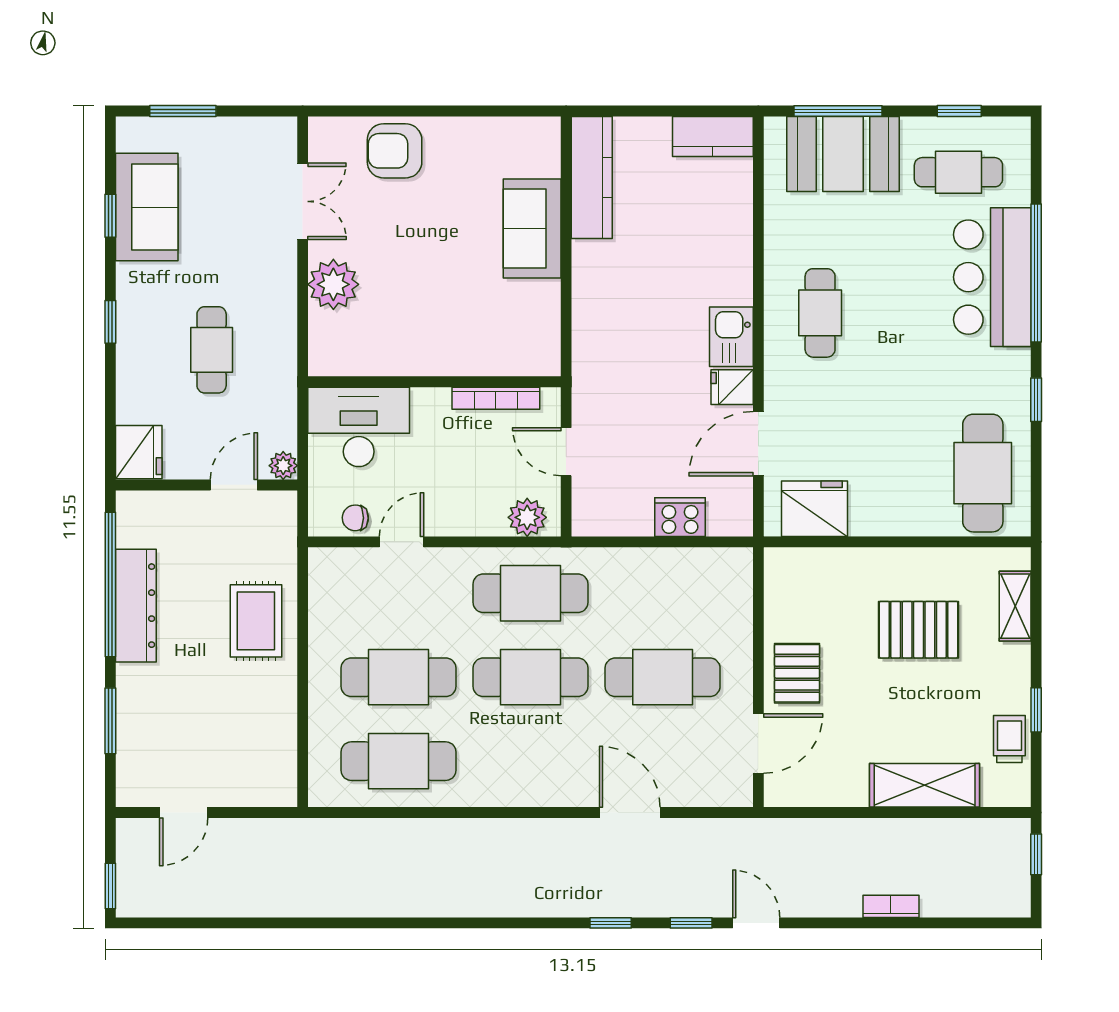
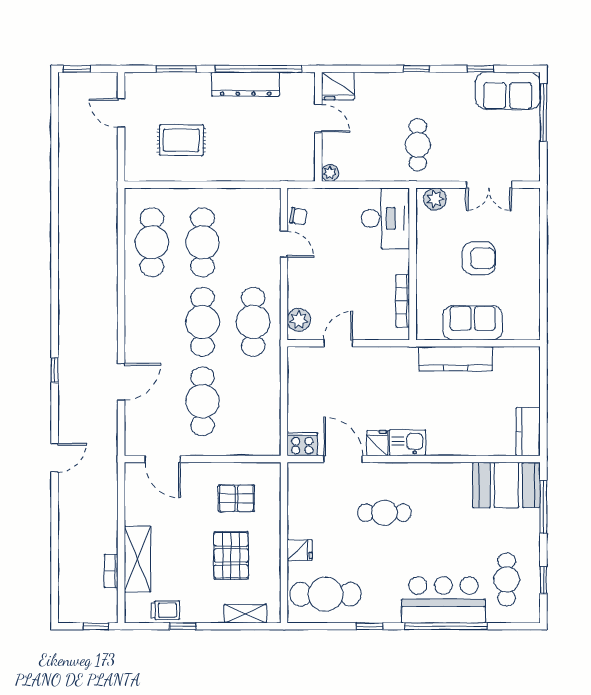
window: (183, 111) -> (543, 112), width x1.44
armchair: (395, 151) -> (479, 258), moved, turned 90
booth: (843, 154) -> (506, 485), moved, turned 90
kitchen counter: (592, 177) -> (456, 359), moved
sofa: (147, 207) -> (508, 91), moved
plant: (333, 284) -> (435, 199), width x0.73, depth x0.73
cafe table: (820, 313) -> (384, 513), moved
cafe table: (212, 350) -> (418, 145), moved, turned 90
wall: (434, 382) -> (413, 264), moved
bookcase: (496, 398) -> (403, 301), moved
desk: (359, 427) -> (385, 218), moved
door: (234, 485) -> (318, 118), moved
fridge: (814, 509) -> (300, 550), moved, width x0.53, depth x0.75
cooker: (680, 517) -> (302, 444), moved, turned -90
chair: (355, 518) -> (298, 216), turned 99
rug: (256, 621) -> (181, 140), moved
pallet: (797, 673) -> (236, 498), moved
bookcase: (891, 906) -> (111, 571), moved, turned 180
window: (691, 923) -> (55, 419), removed

